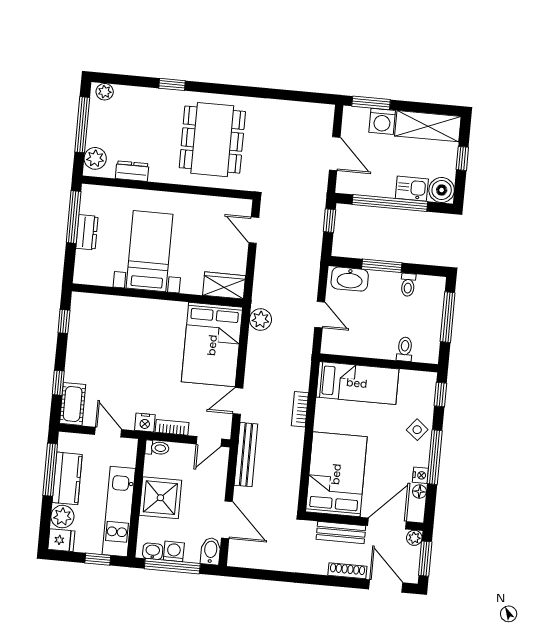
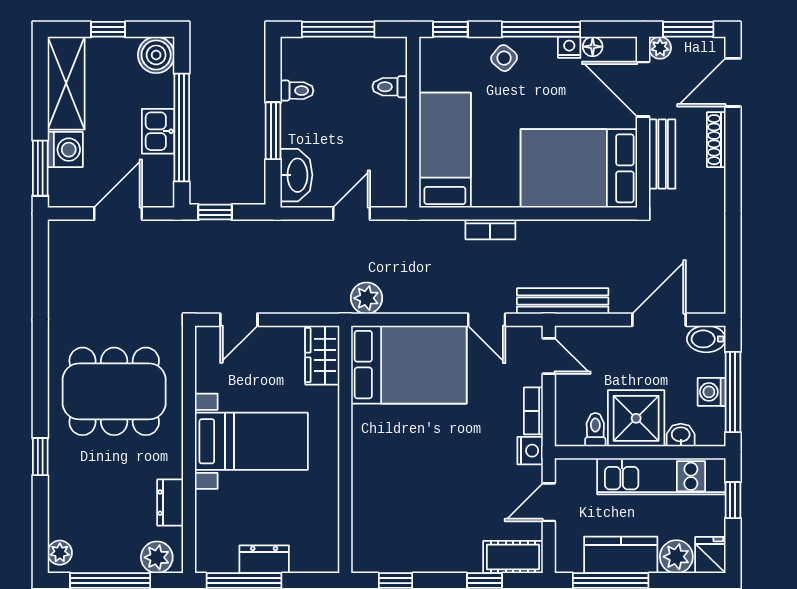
kitchen sink: (412, 189) -> (158, 131), moved
bed with nightstands: (150, 251) -> (251, 441), moved, turned 180
toilet: (157, 448) -> (595, 430), moved
washbasin: (153, 551) -> (681, 435), moved, turned 90

